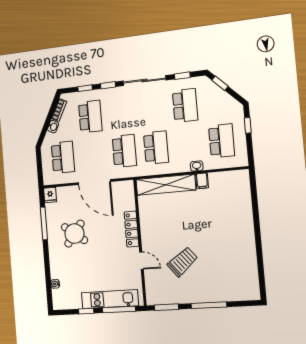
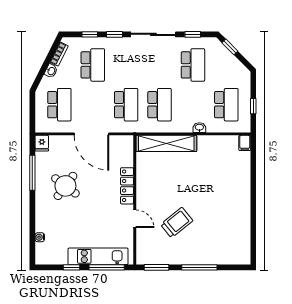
window: (248, 125) -> (253, 106), moved
filing cabinet: (202, 181) -> (245, 143), moved

